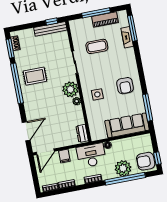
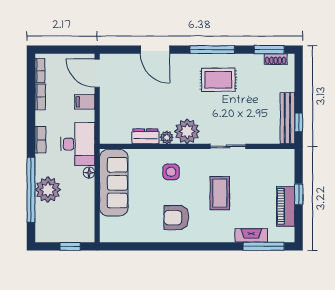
window: (96, 13) -> (299, 194), width x0.46
coffee table: (97, 46) -> (220, 193), moved
rug: (35, 76) -> (218, 80), turned 90
window: (17, 83) -> (212, 50), width x0.68
window: (148, 107) -> (136, 246), removed
sofa: (127, 125) -> (114, 183), moved
door: (26, 131) -> (155, 50), moved
dresser: (82, 133) -> (145, 136), moved
window: (157, 158) -> (70, 246), moved
armchair: (146, 161) -> (52, 227), removed

